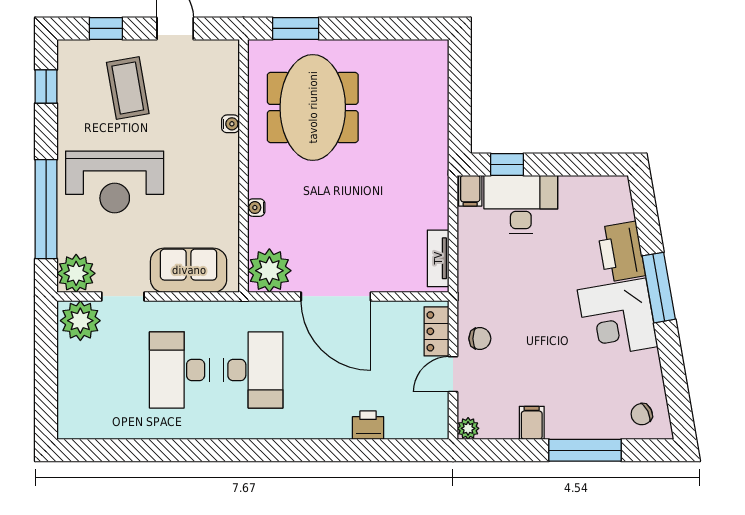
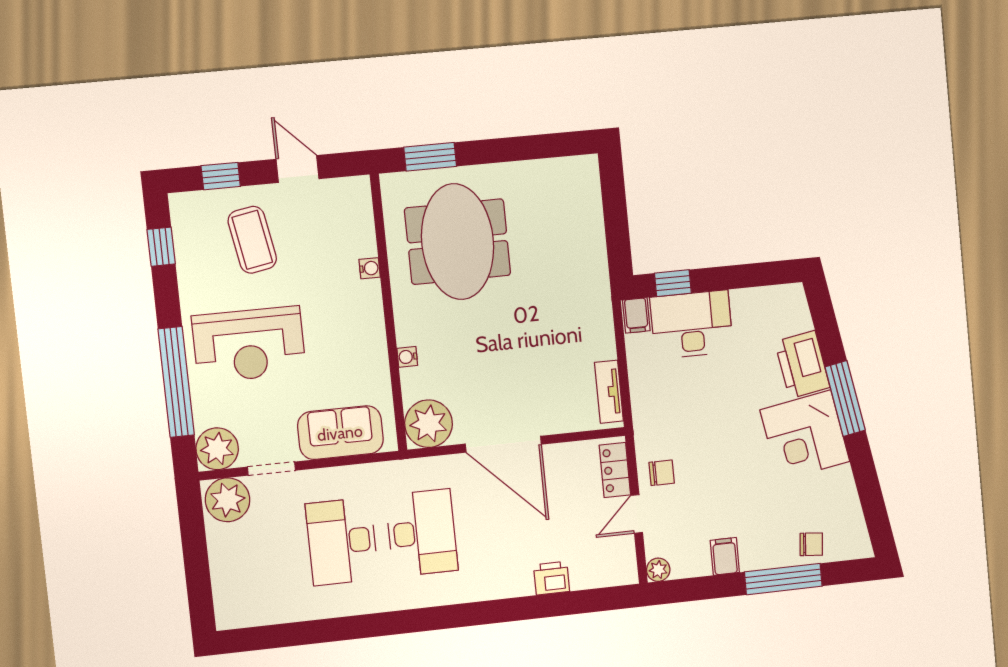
chair: (642, 414) -> (811, 544), moved, turned -149

